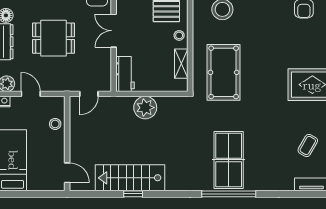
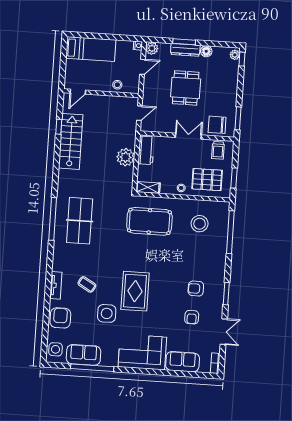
shelving: (181, 64) -> (148, 187), moved
workbench: (125, 74) -> (146, 150), moved, turned -90
door: (89, 94) -> (139, 113), swing flipped
table tennis table: (229, 160) -> (80, 221), turned 90
window: (133, 194) -> (59, 127), moved

